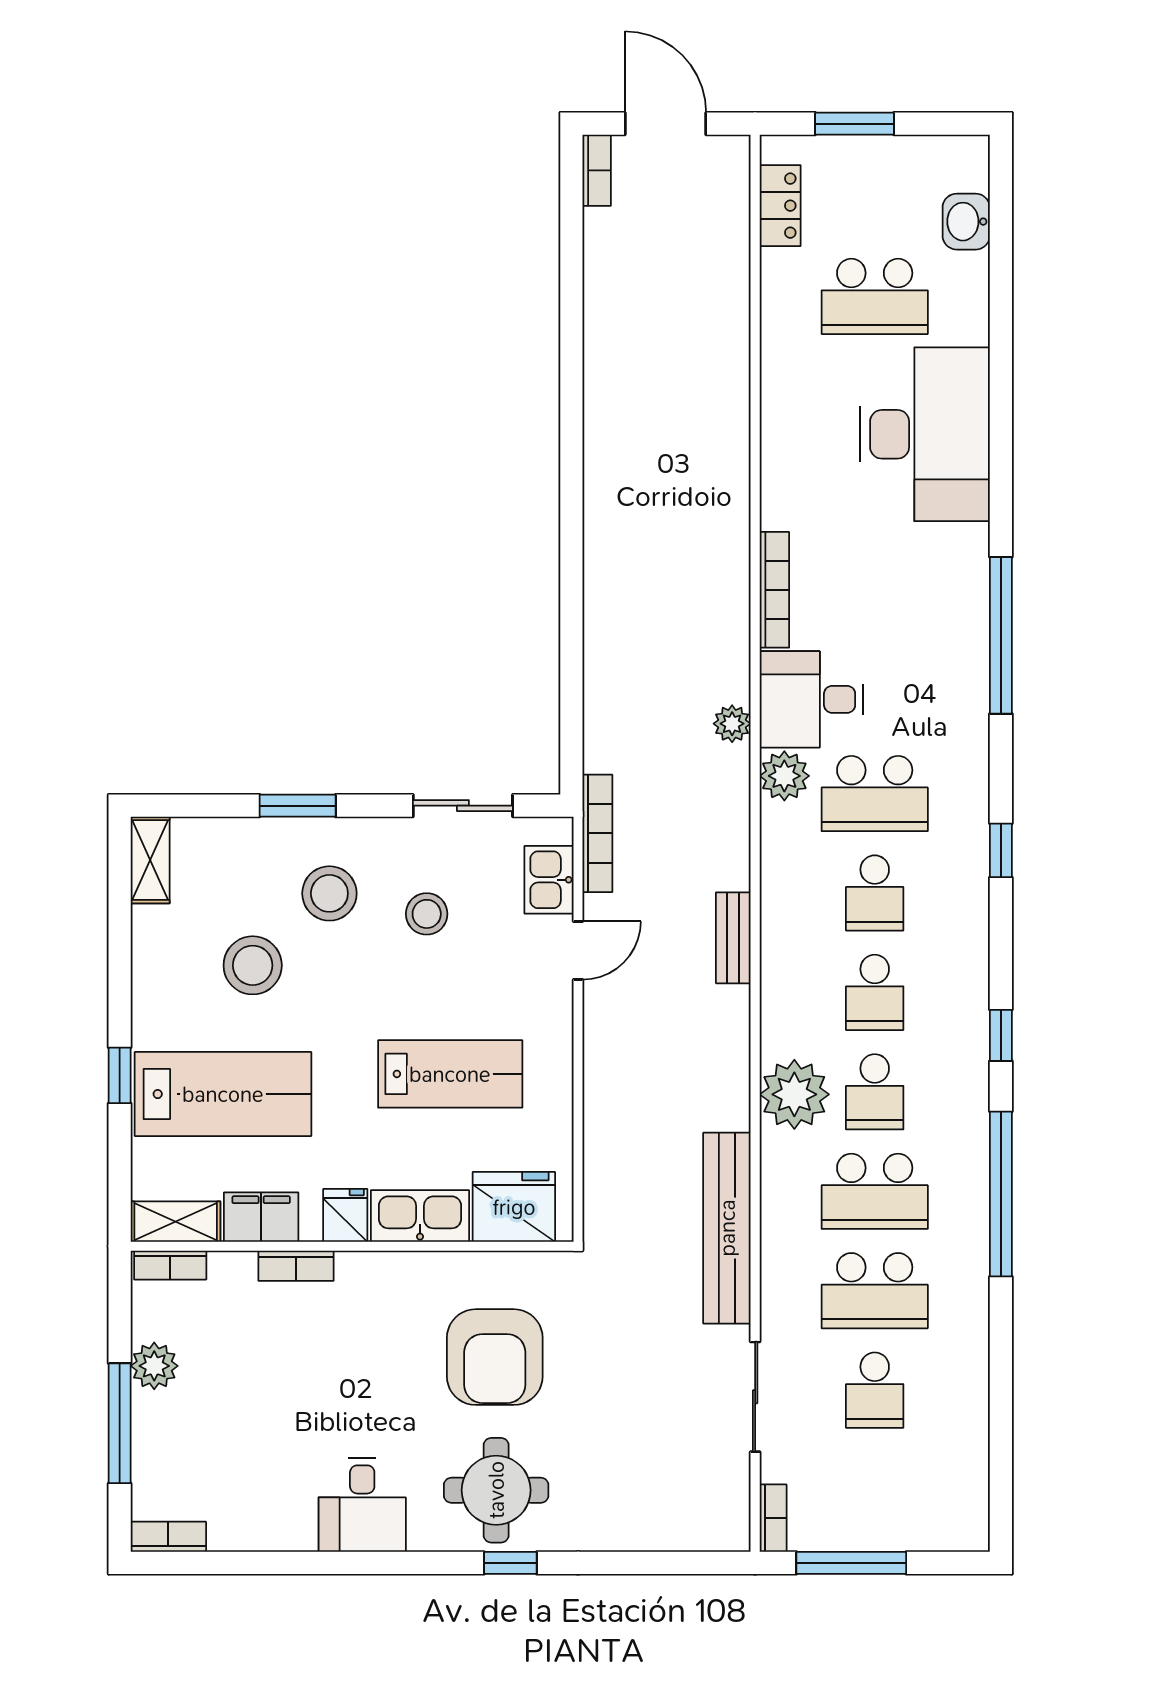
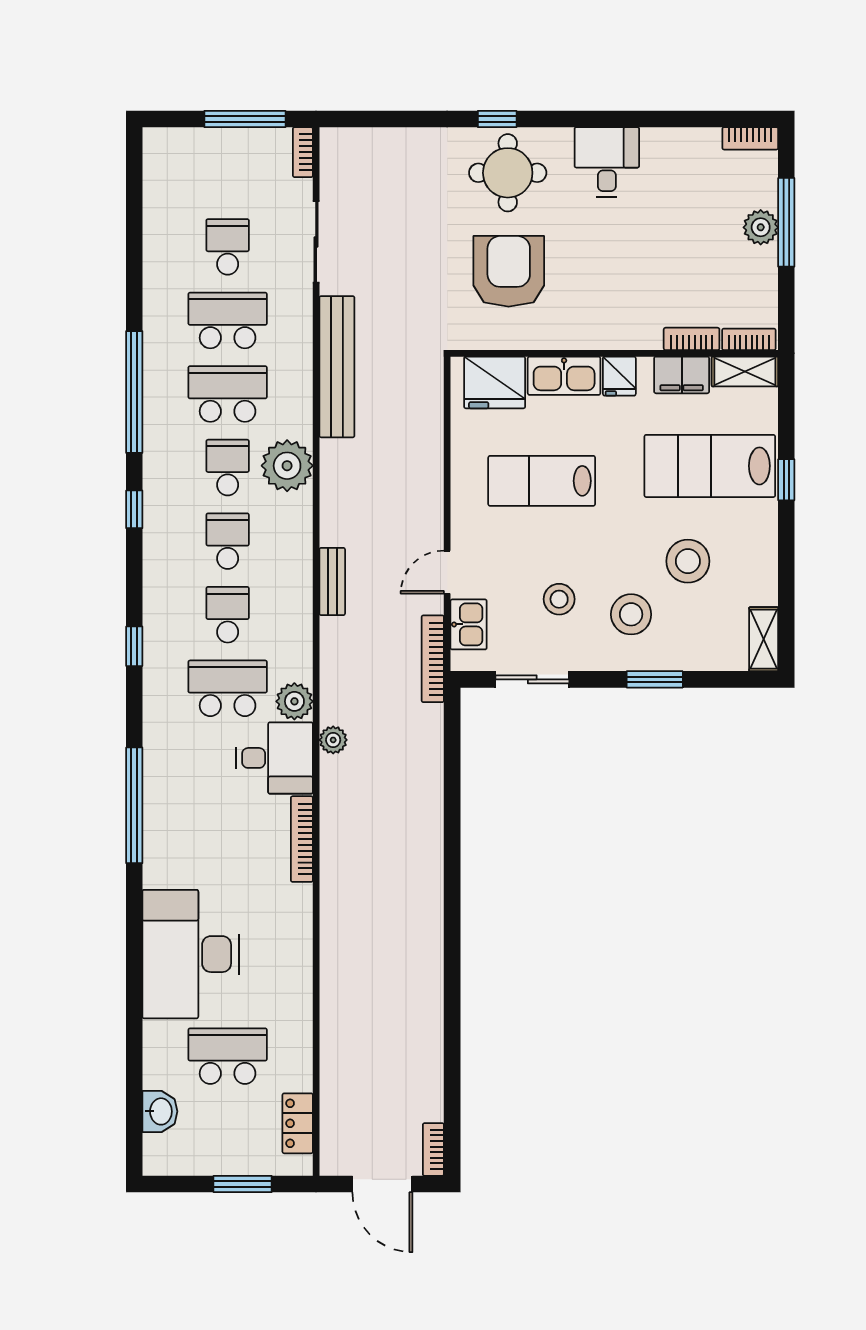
bookcase: (296, 1266) -> (692, 339), moved
plant: (154, 1366) -> (761, 227), moved

